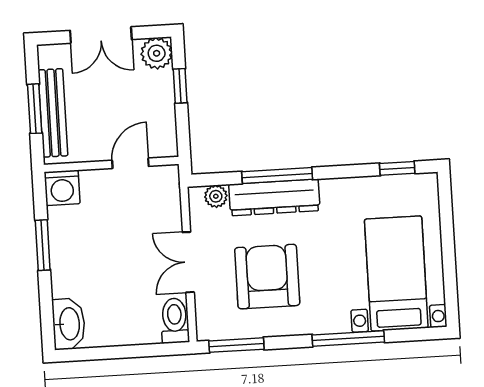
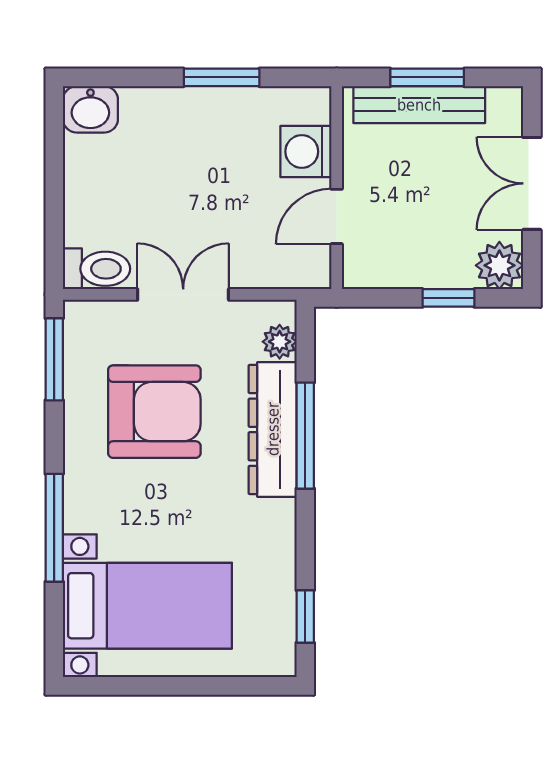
door: (130, 163) -> (337, 216), swing flipped
washing machine: (62, 188) -> (306, 151), moved
washbasin: (69, 324) -> (90, 109), width x0.72

